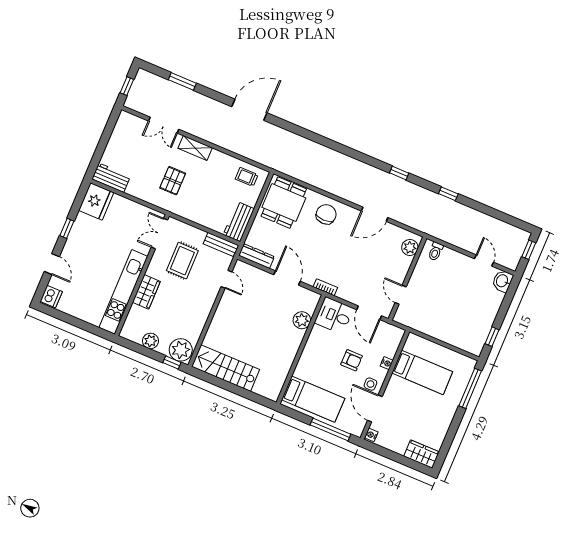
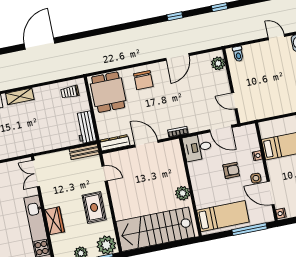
pallet: (173, 181) -> (20, 130), removed
chair: (326, 214) -> (143, 80), turned 180
rug: (182, 261) -> (94, 207), moved
plant: (302, 320) -> (183, 193), moved
stairs: (226, 368) -> (155, 229), width x1.36, depth x1.51

